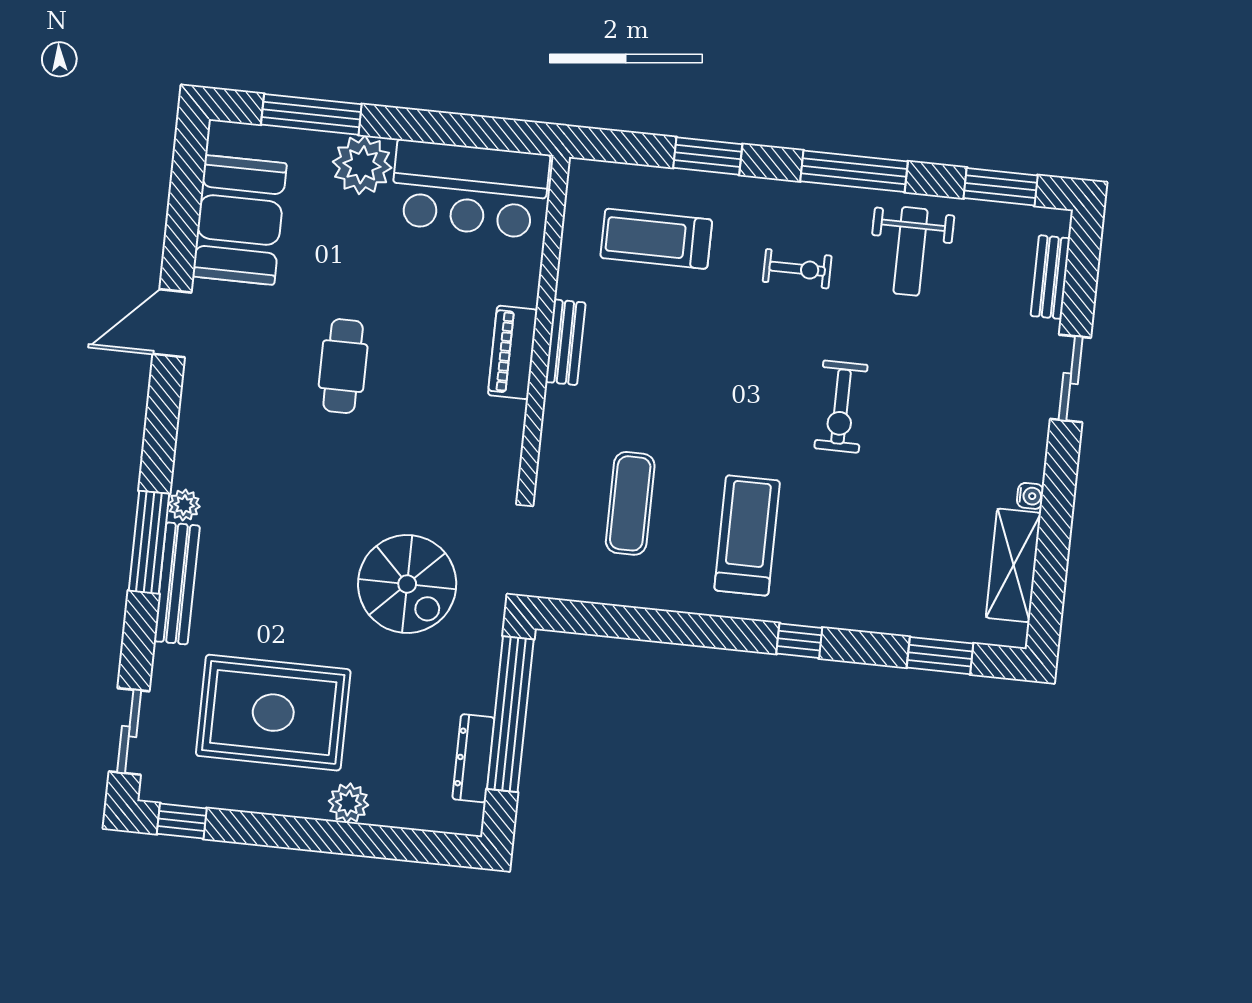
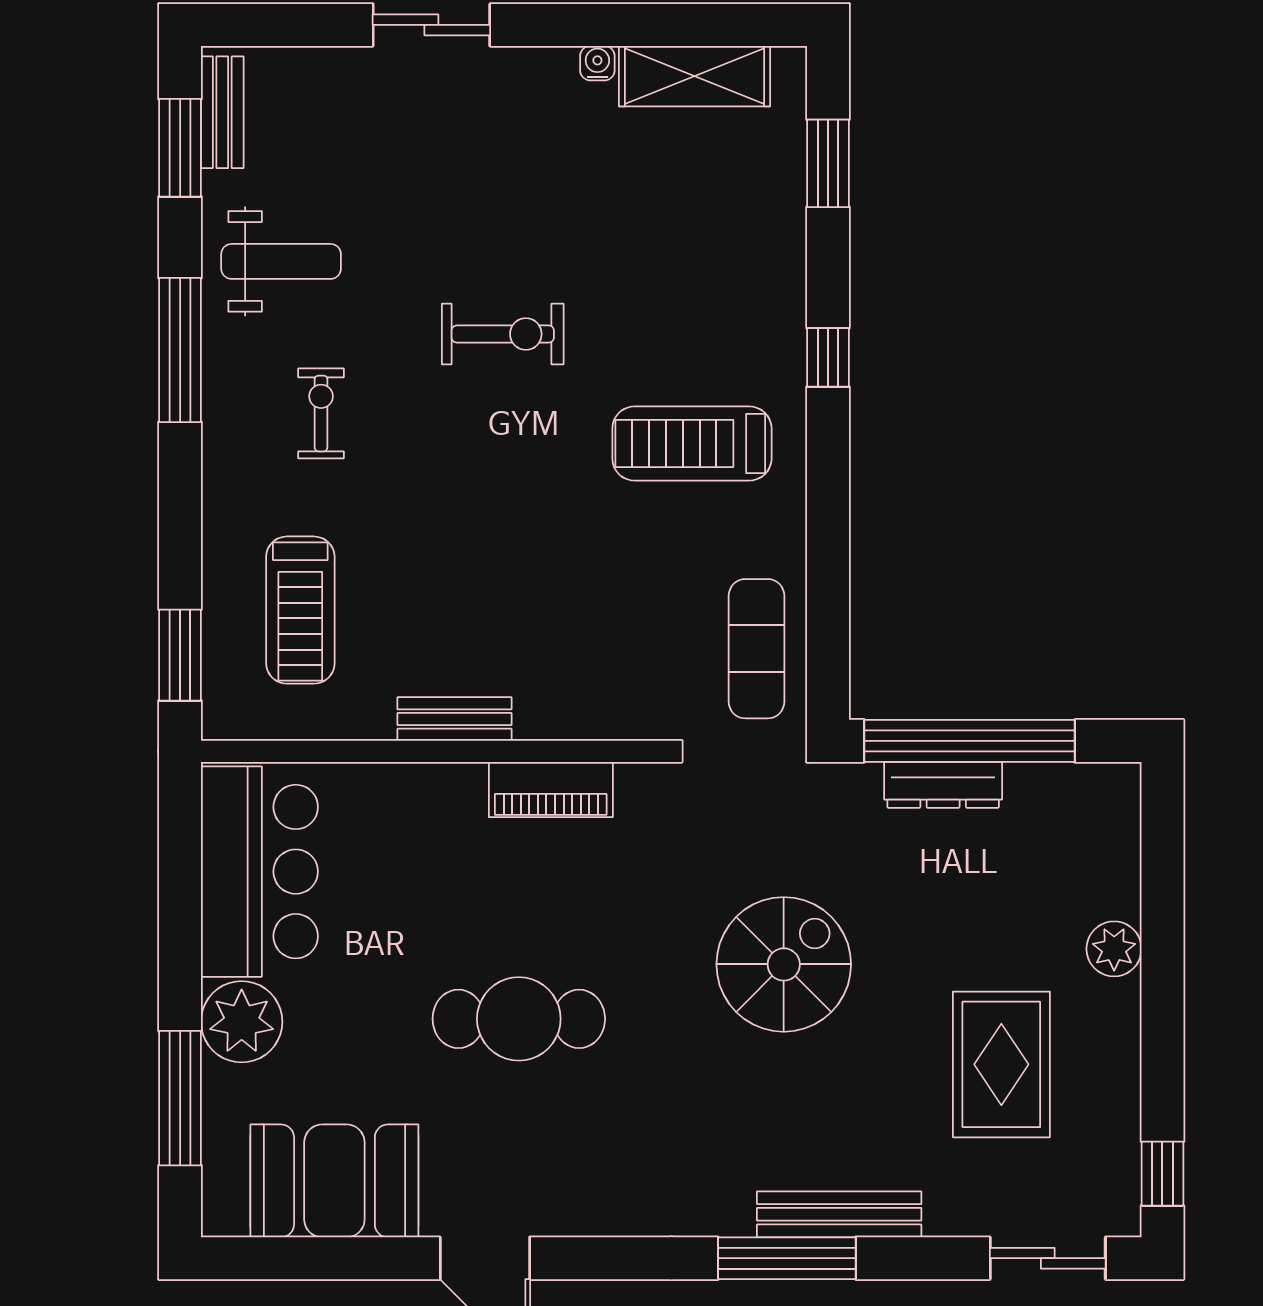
window: (708, 156) -> (180, 655), moved
bench: (1050, 277) -> (222, 112), moved, turned 90
piano: (513, 352) -> (551, 789), moved
cafe table: (343, 366) -> (519, 1019), width x1.37, depth x1.35
exercise mat: (630, 503) -> (757, 649), moved, turned 90
plant: (184, 505) -> (731, 1216), removed
spiral stairs: (407, 584) -> (784, 964), moved
rug: (273, 713) -> (1001, 1064), width x0.73, depth x0.69
dresser: (473, 758) -> (943, 785), moved

